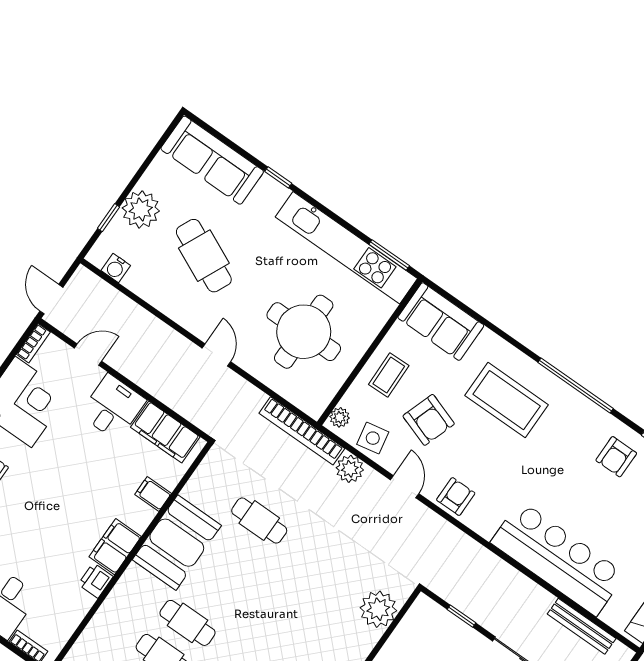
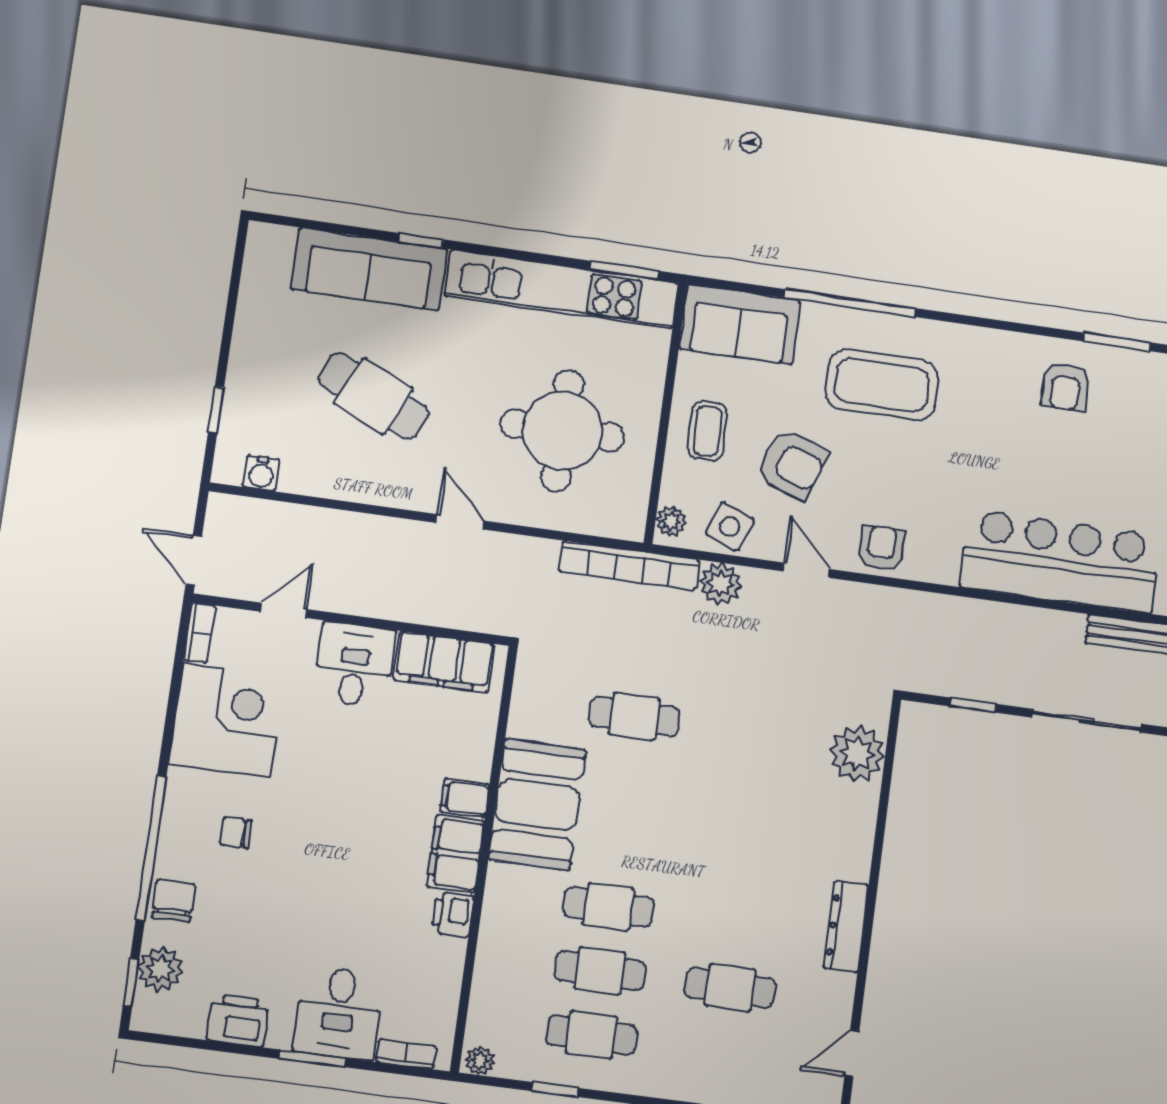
sofa: (212, 160) -> (369, 269), moved
plant: (141, 209) -> (255, 377), removed
window: (576, 386) -> (850, 303), moved
side table: (373, 438) -> (730, 527), turned 32
filing cabinet: (153, 494) -> (465, 798), moved

